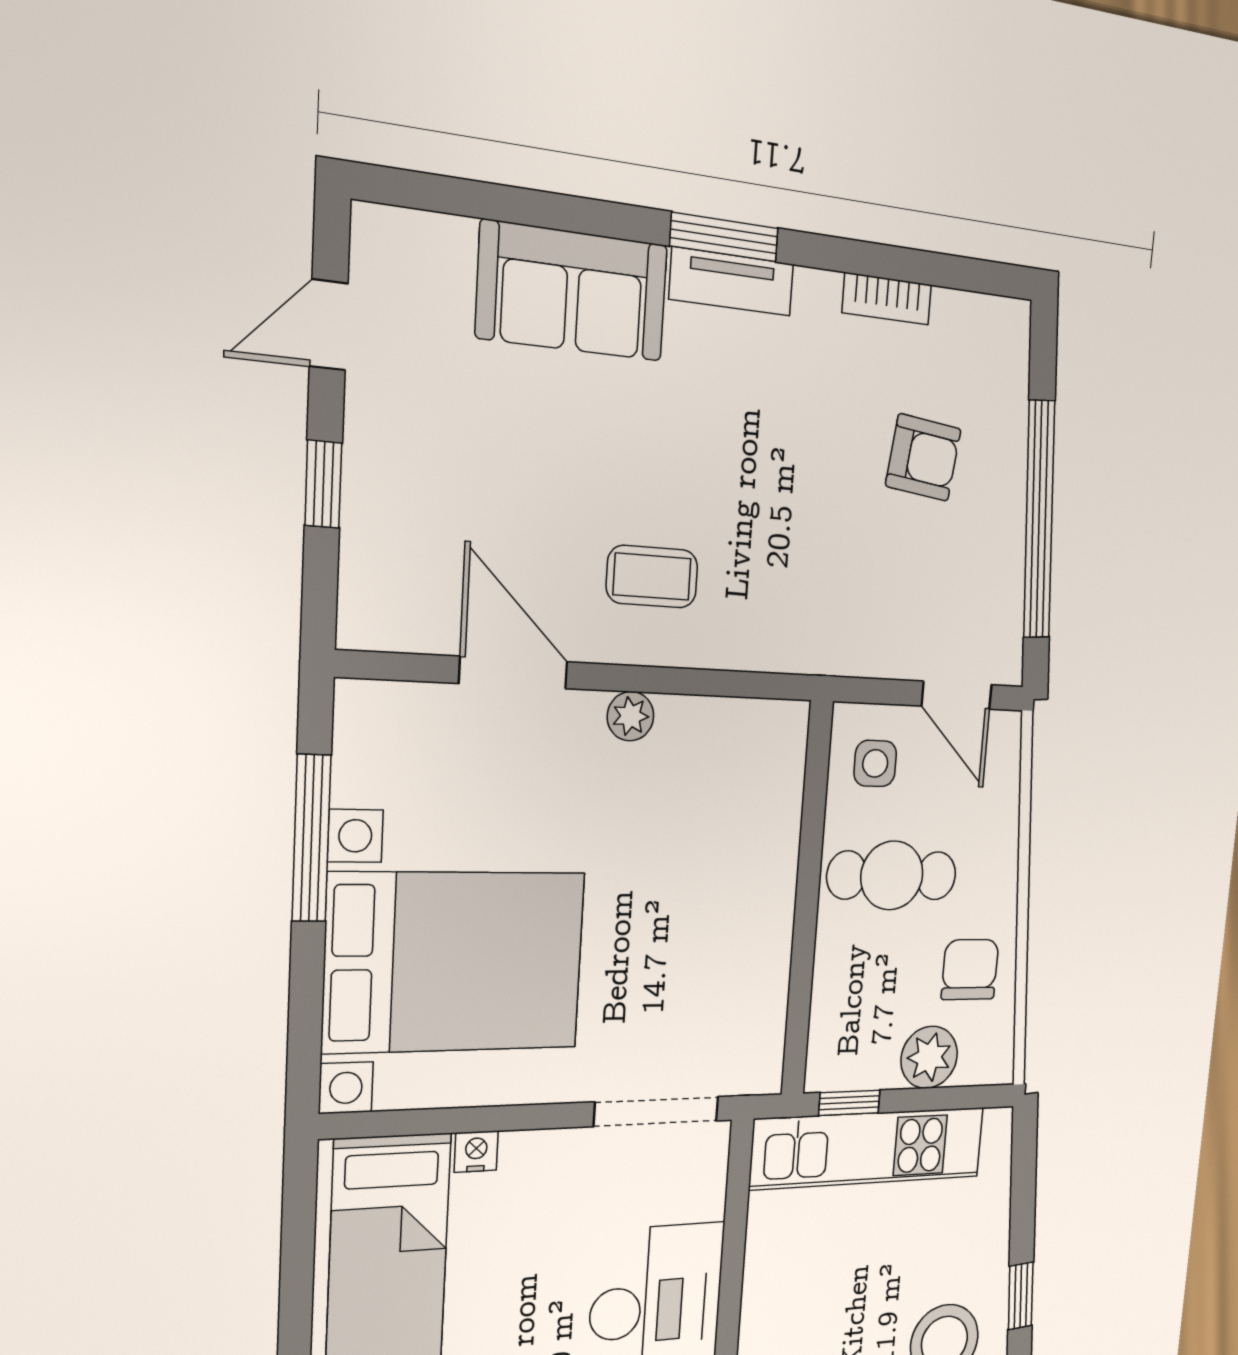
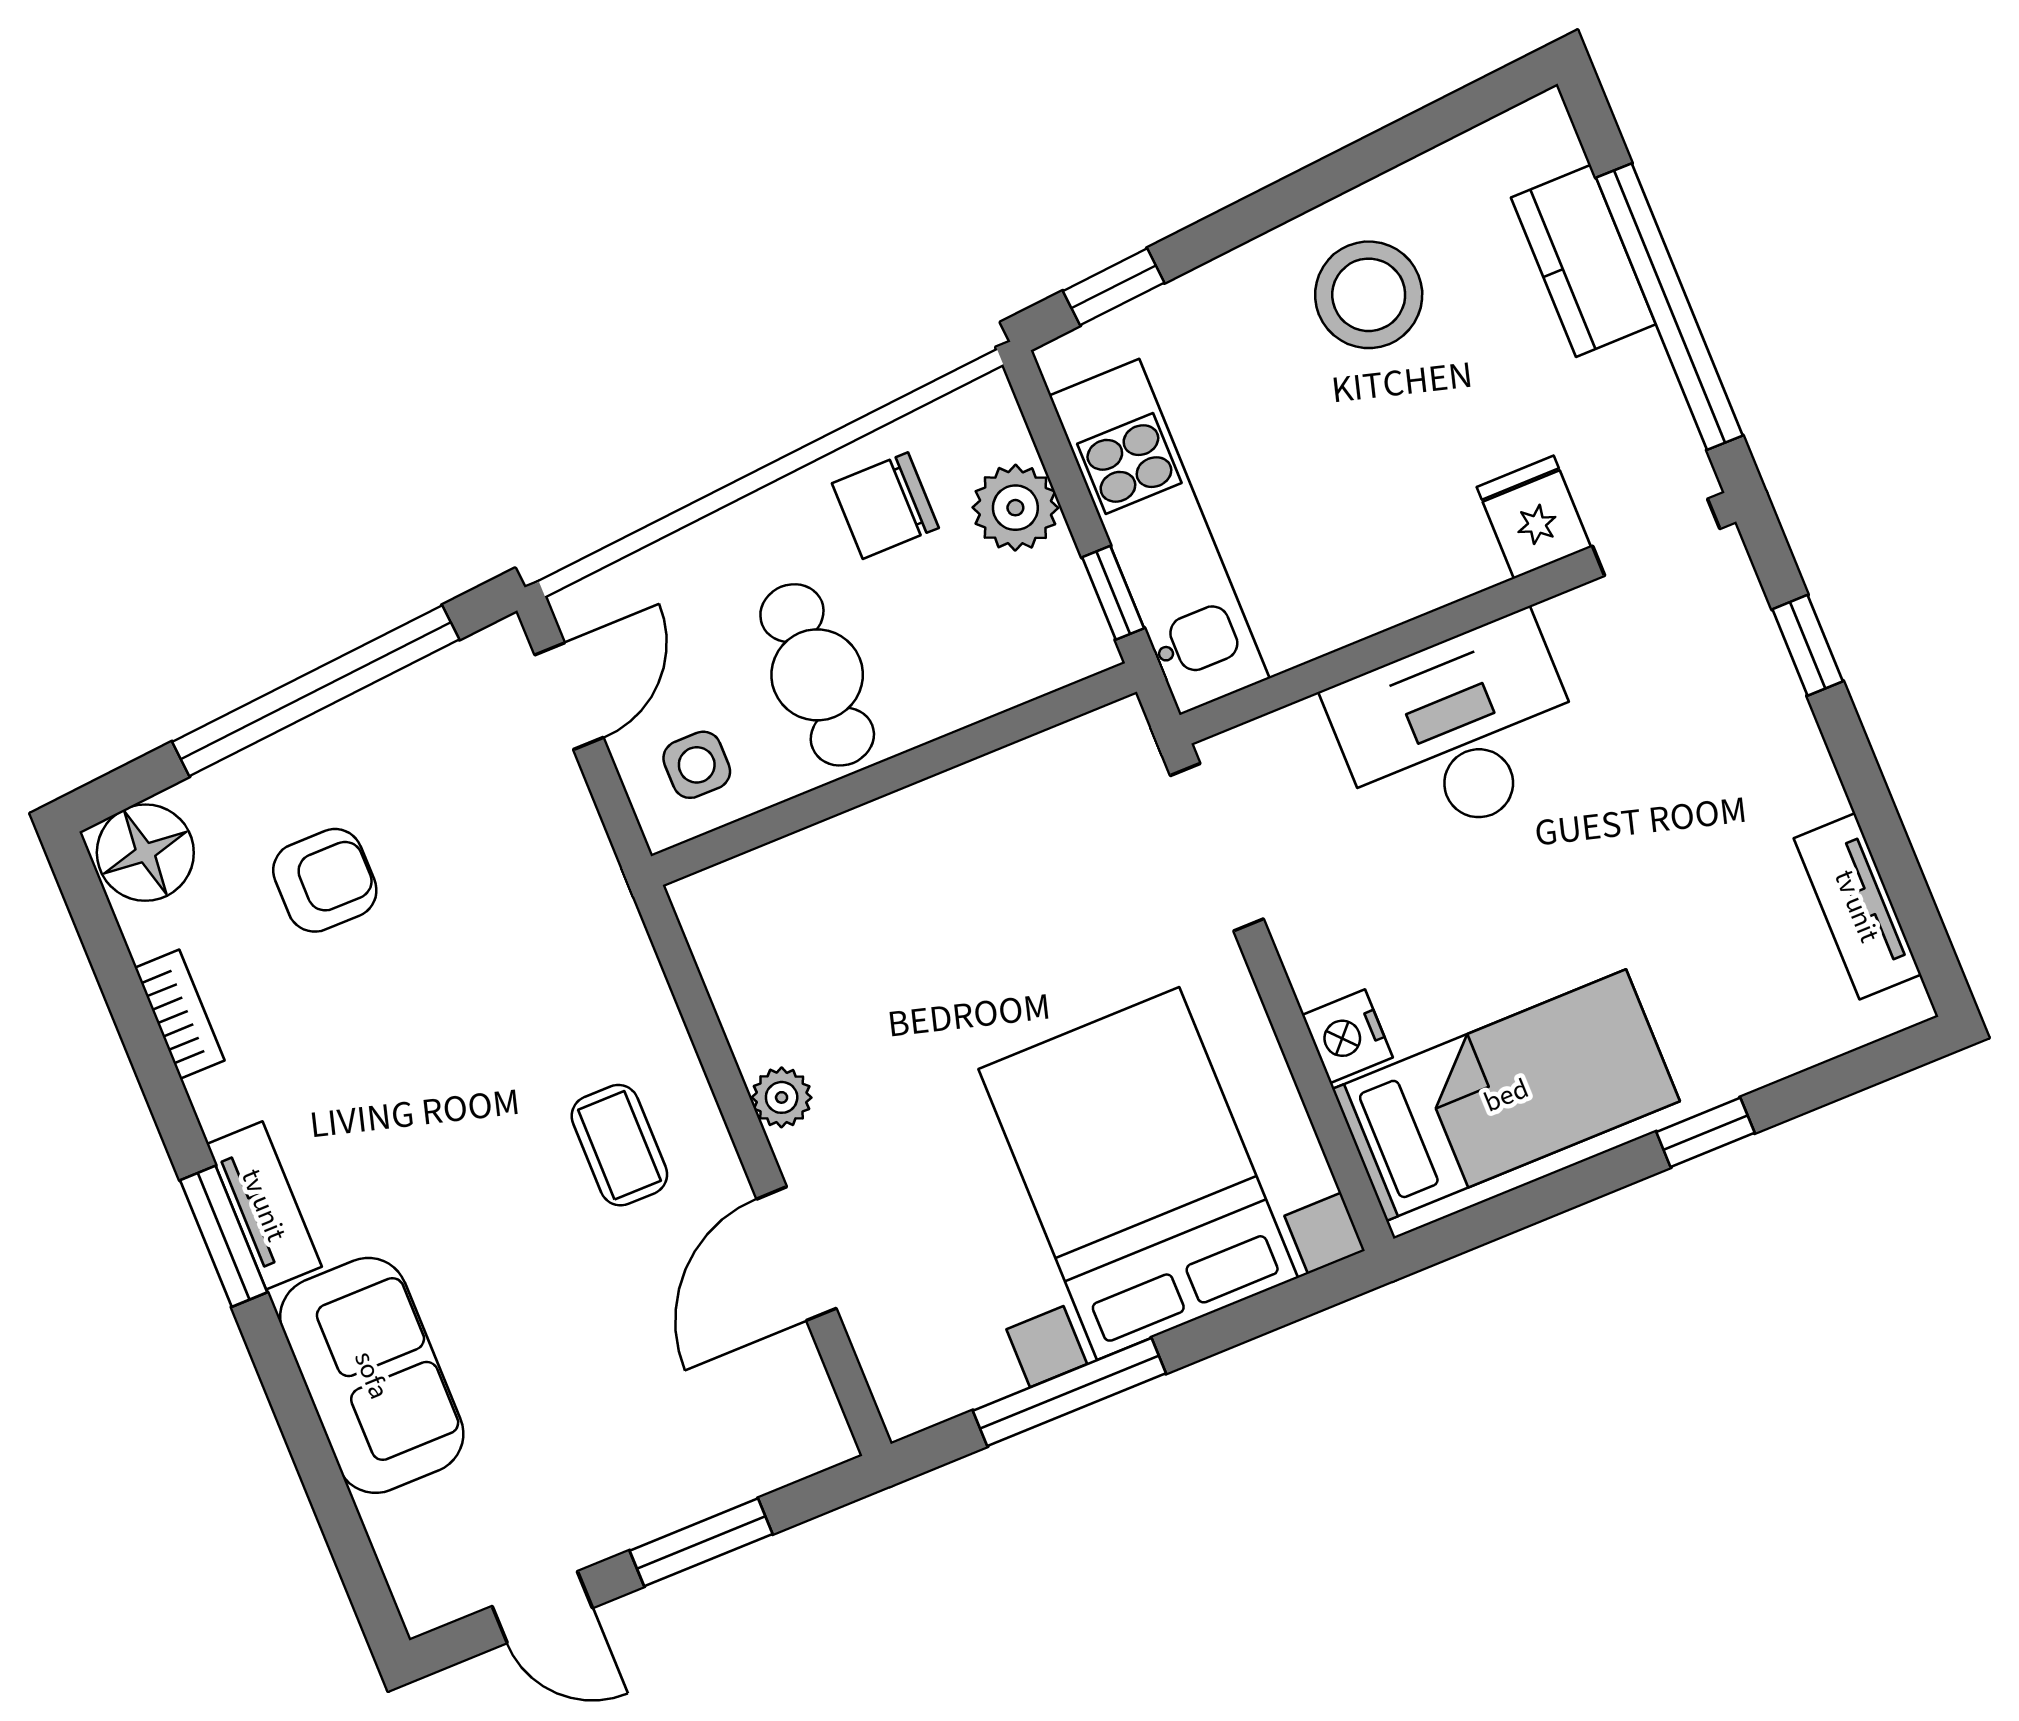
floor lamp: (998, 339) -> (145, 853), added
armchair: (923, 458) -> (325, 880), turned 83
window: (323, 484) -> (701, 1542), width x1.50
nightstand: (476, 1152) -> (1347, 1036), width x1.39, depth x1.35
window: (1021, 1296) -> (1114, 287), moved

